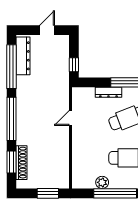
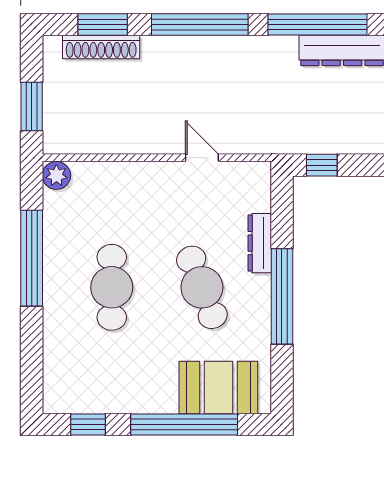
plant: (102, 182) -> (56, 175), moved

